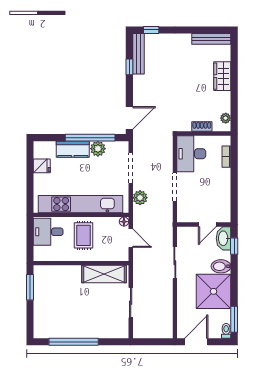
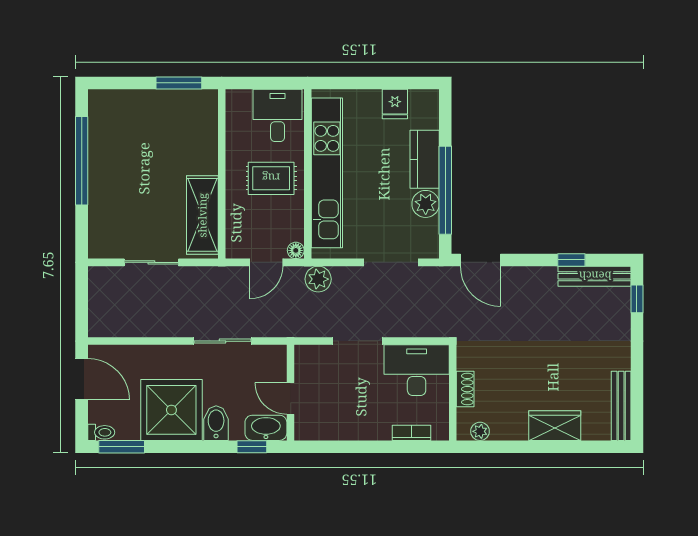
plant: (140, 198) -> (318, 279), moved

